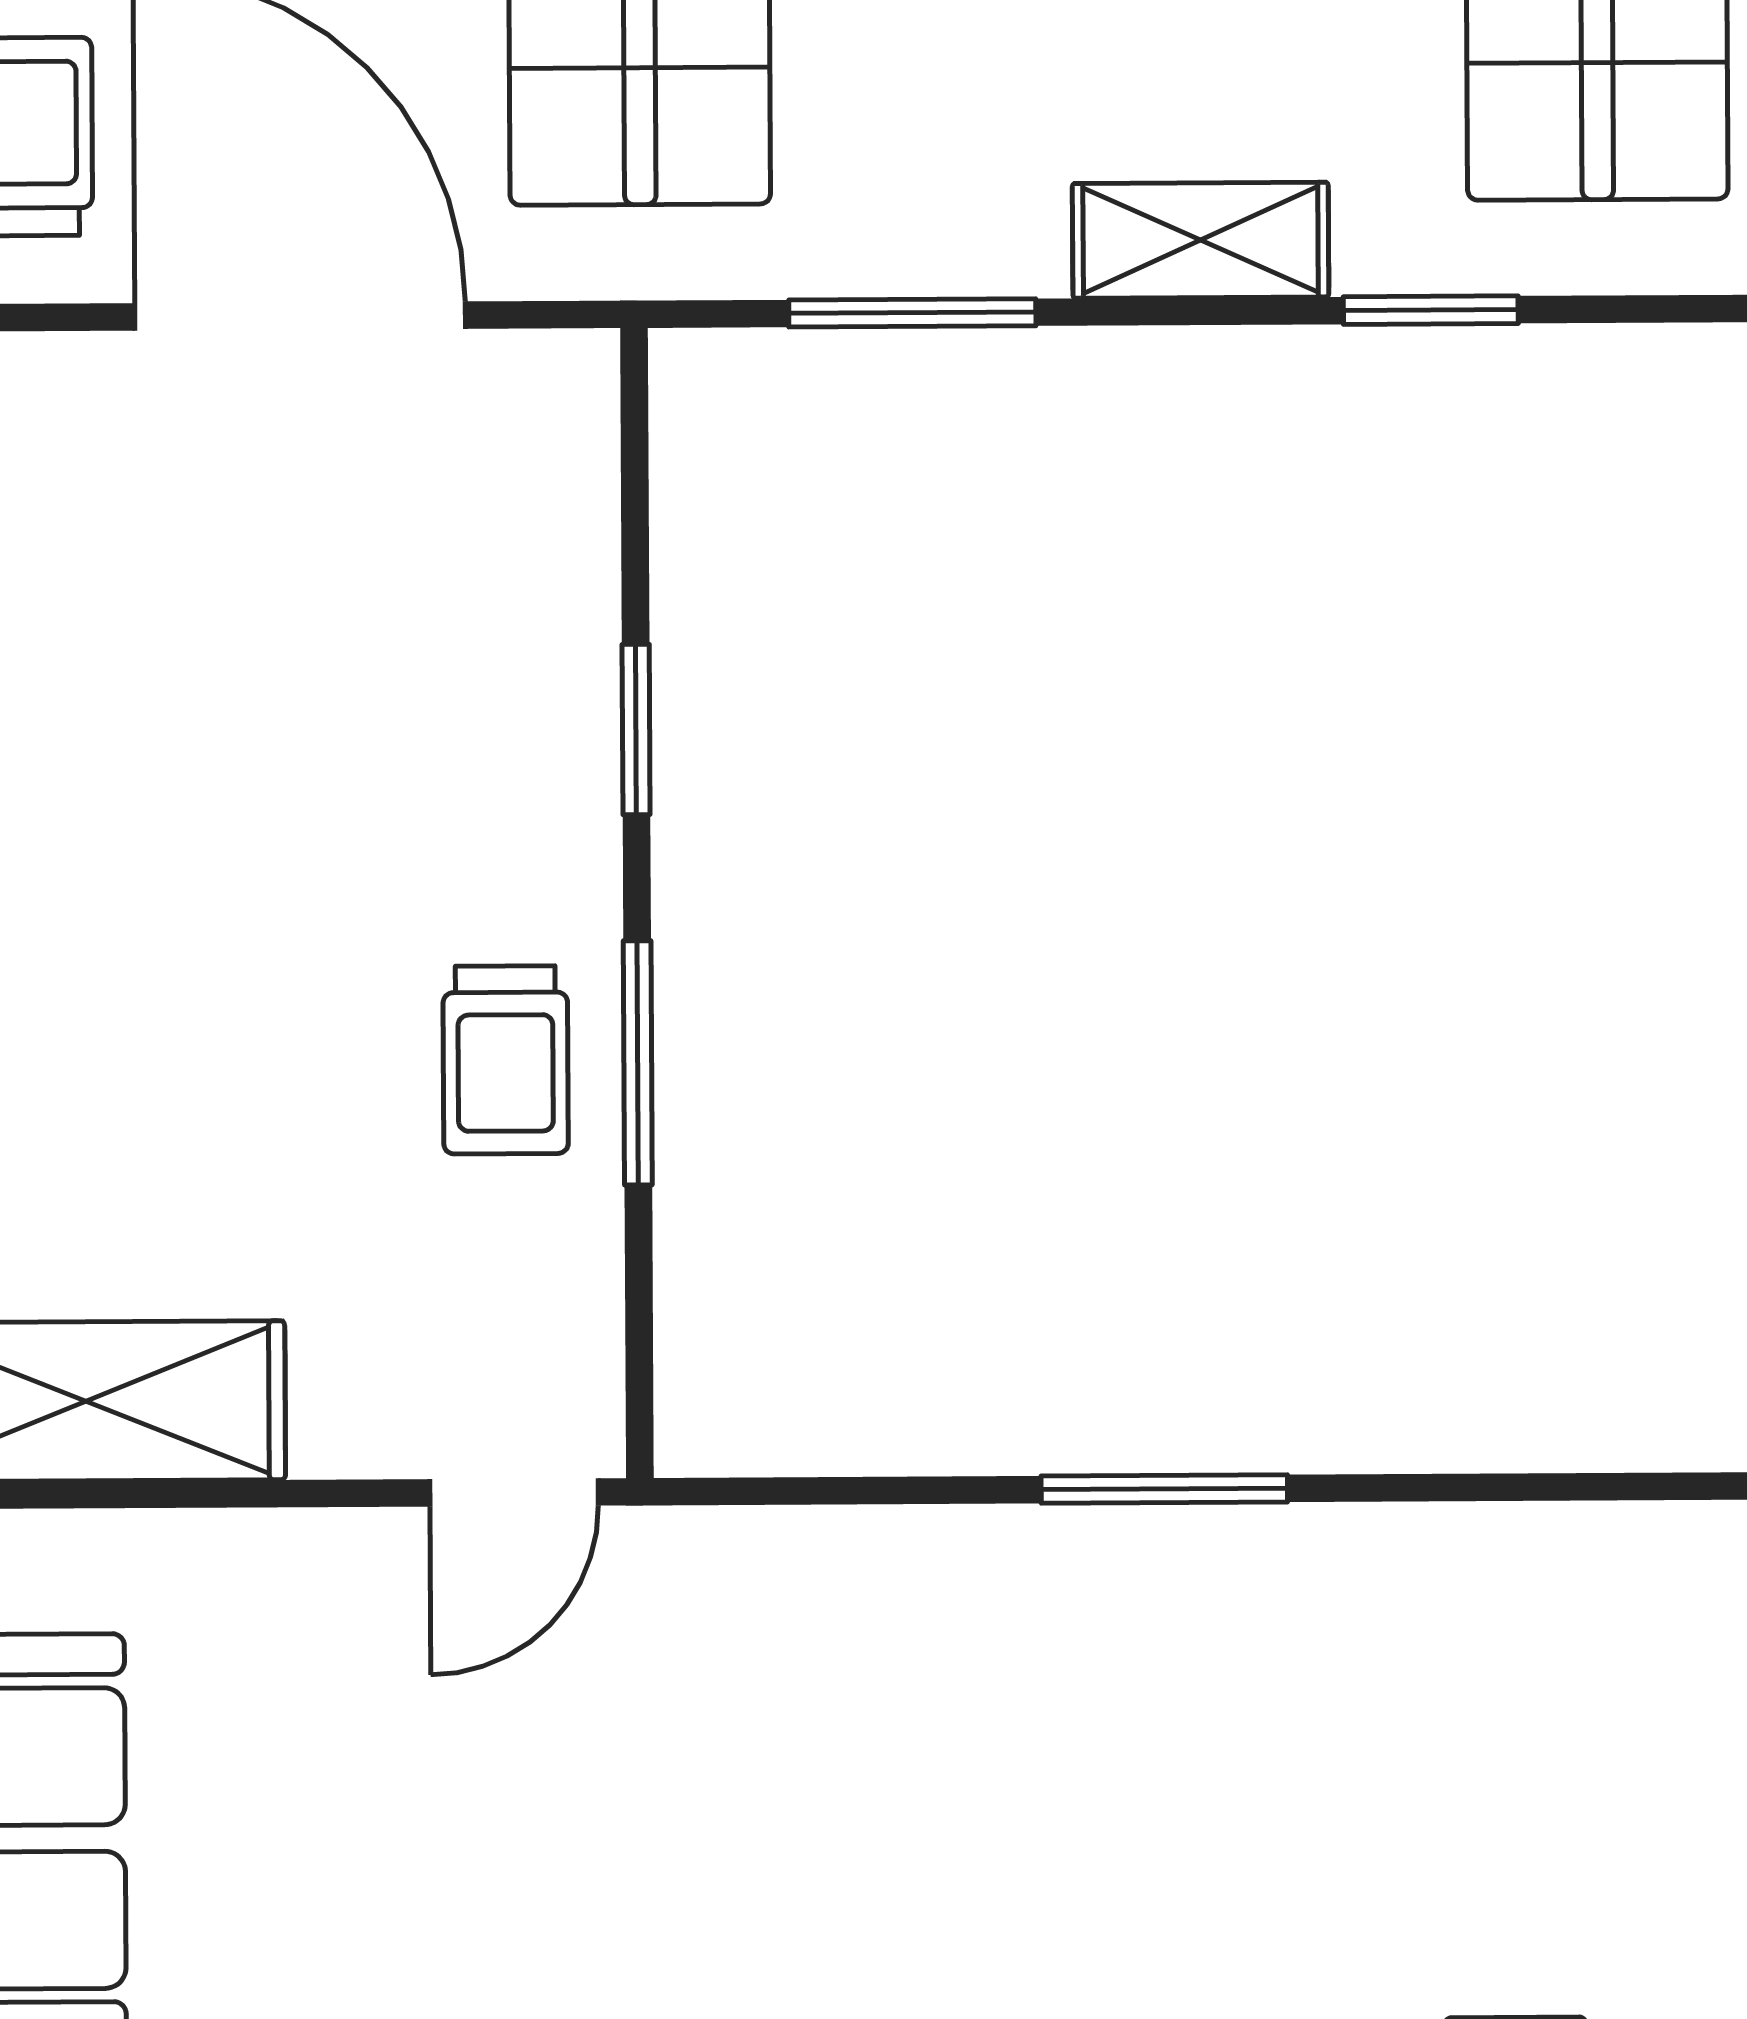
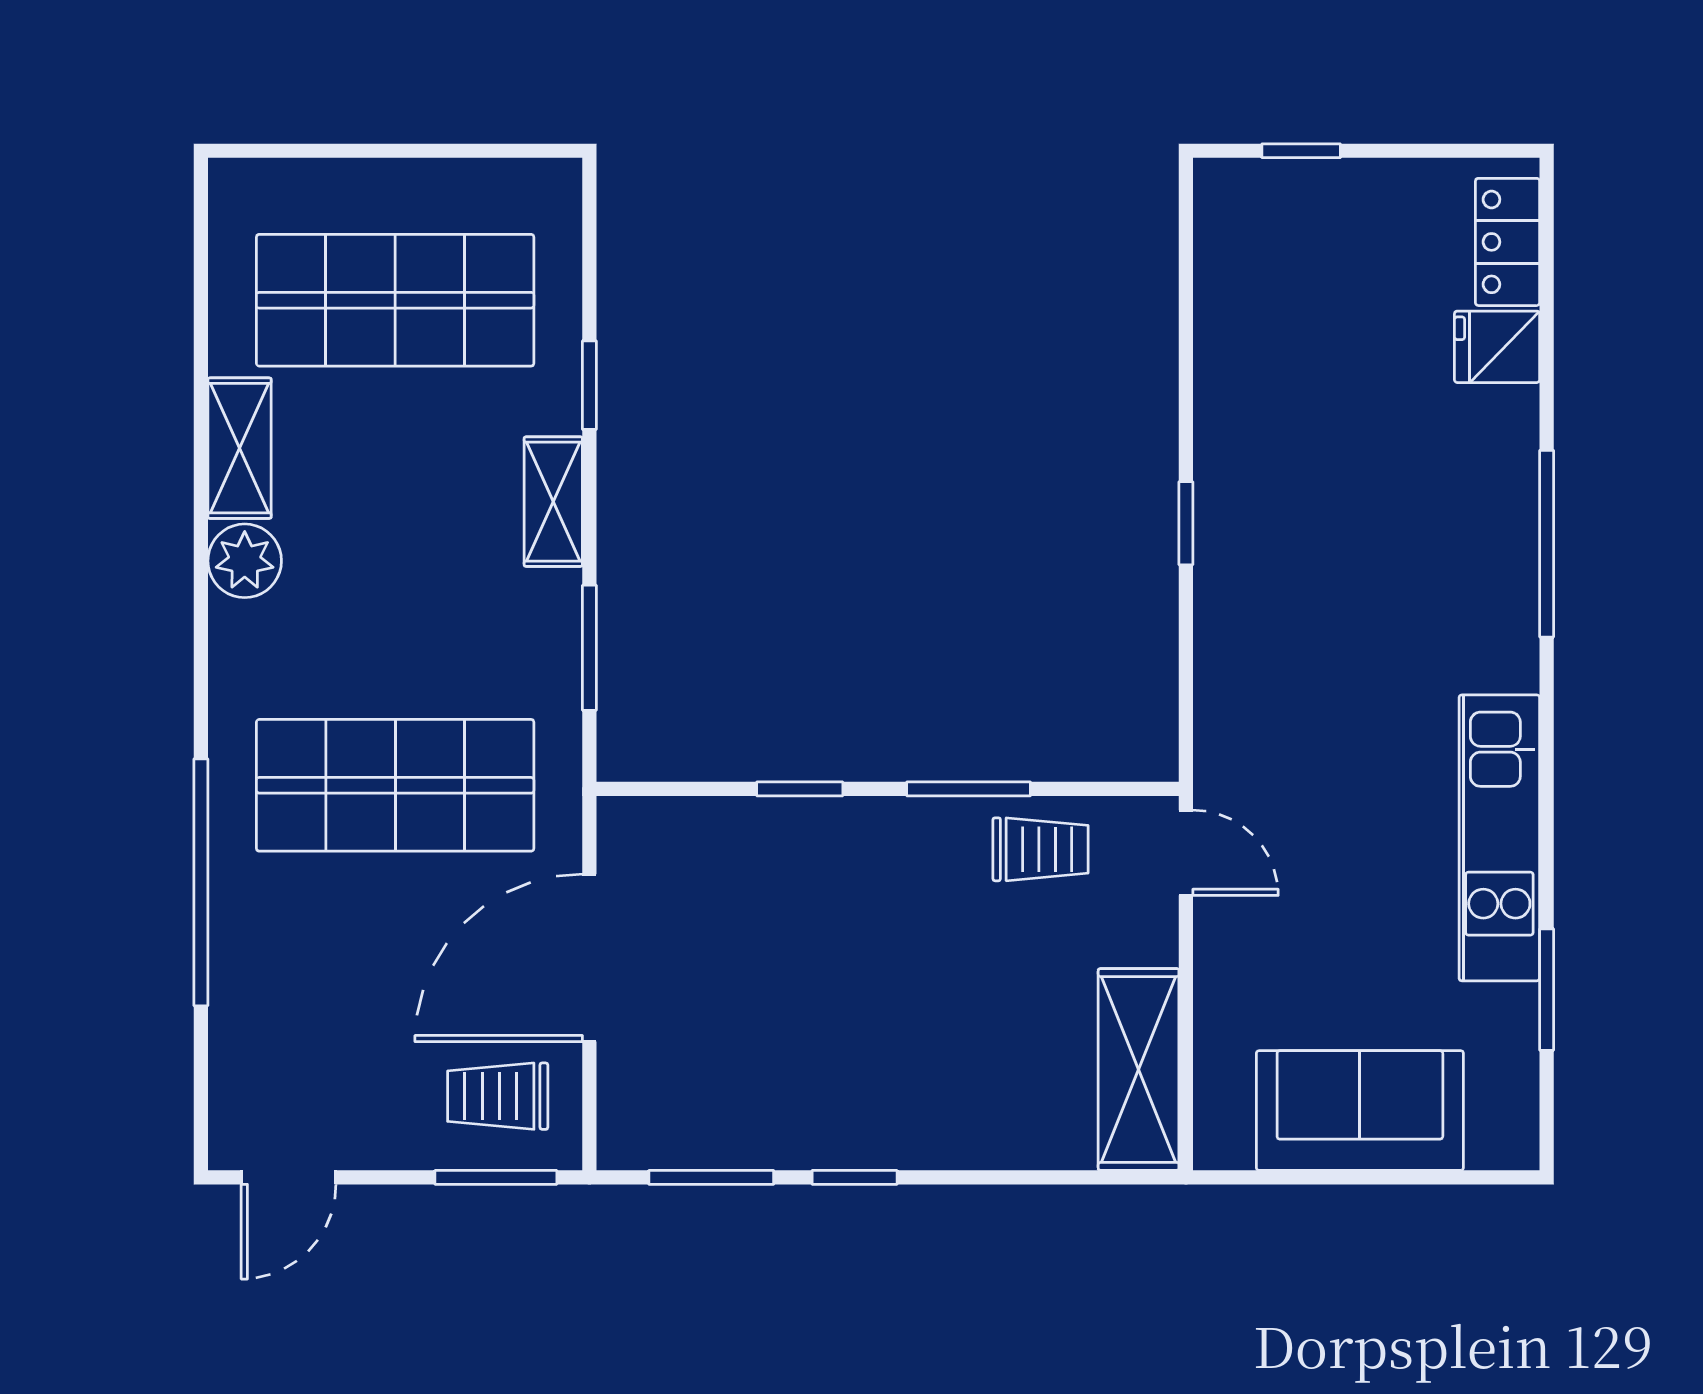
trolley: (506, 1060) -> (1040, 849), moved
window: (1164, 1489) -> (1186, 523), width x0.67

